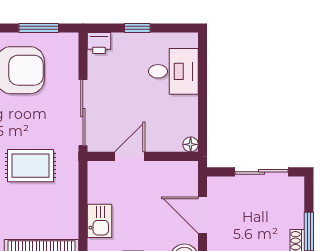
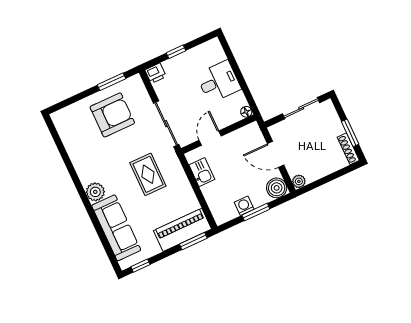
desk: (173, 71) -> (219, 82), moved
rug: (30, 166) -> (148, 174), turned 90
kitchen sink: (100, 221) -> (202, 172), moved

